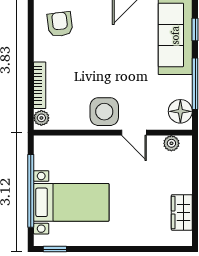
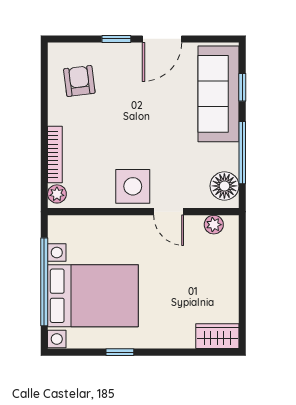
bed with nightstands: (71, 202) -> (93, 296), width x1.36
wardrobe: (182, 212) -> (217, 336), moved, turned 90
window: (55, 249) -> (120, 352), moved

